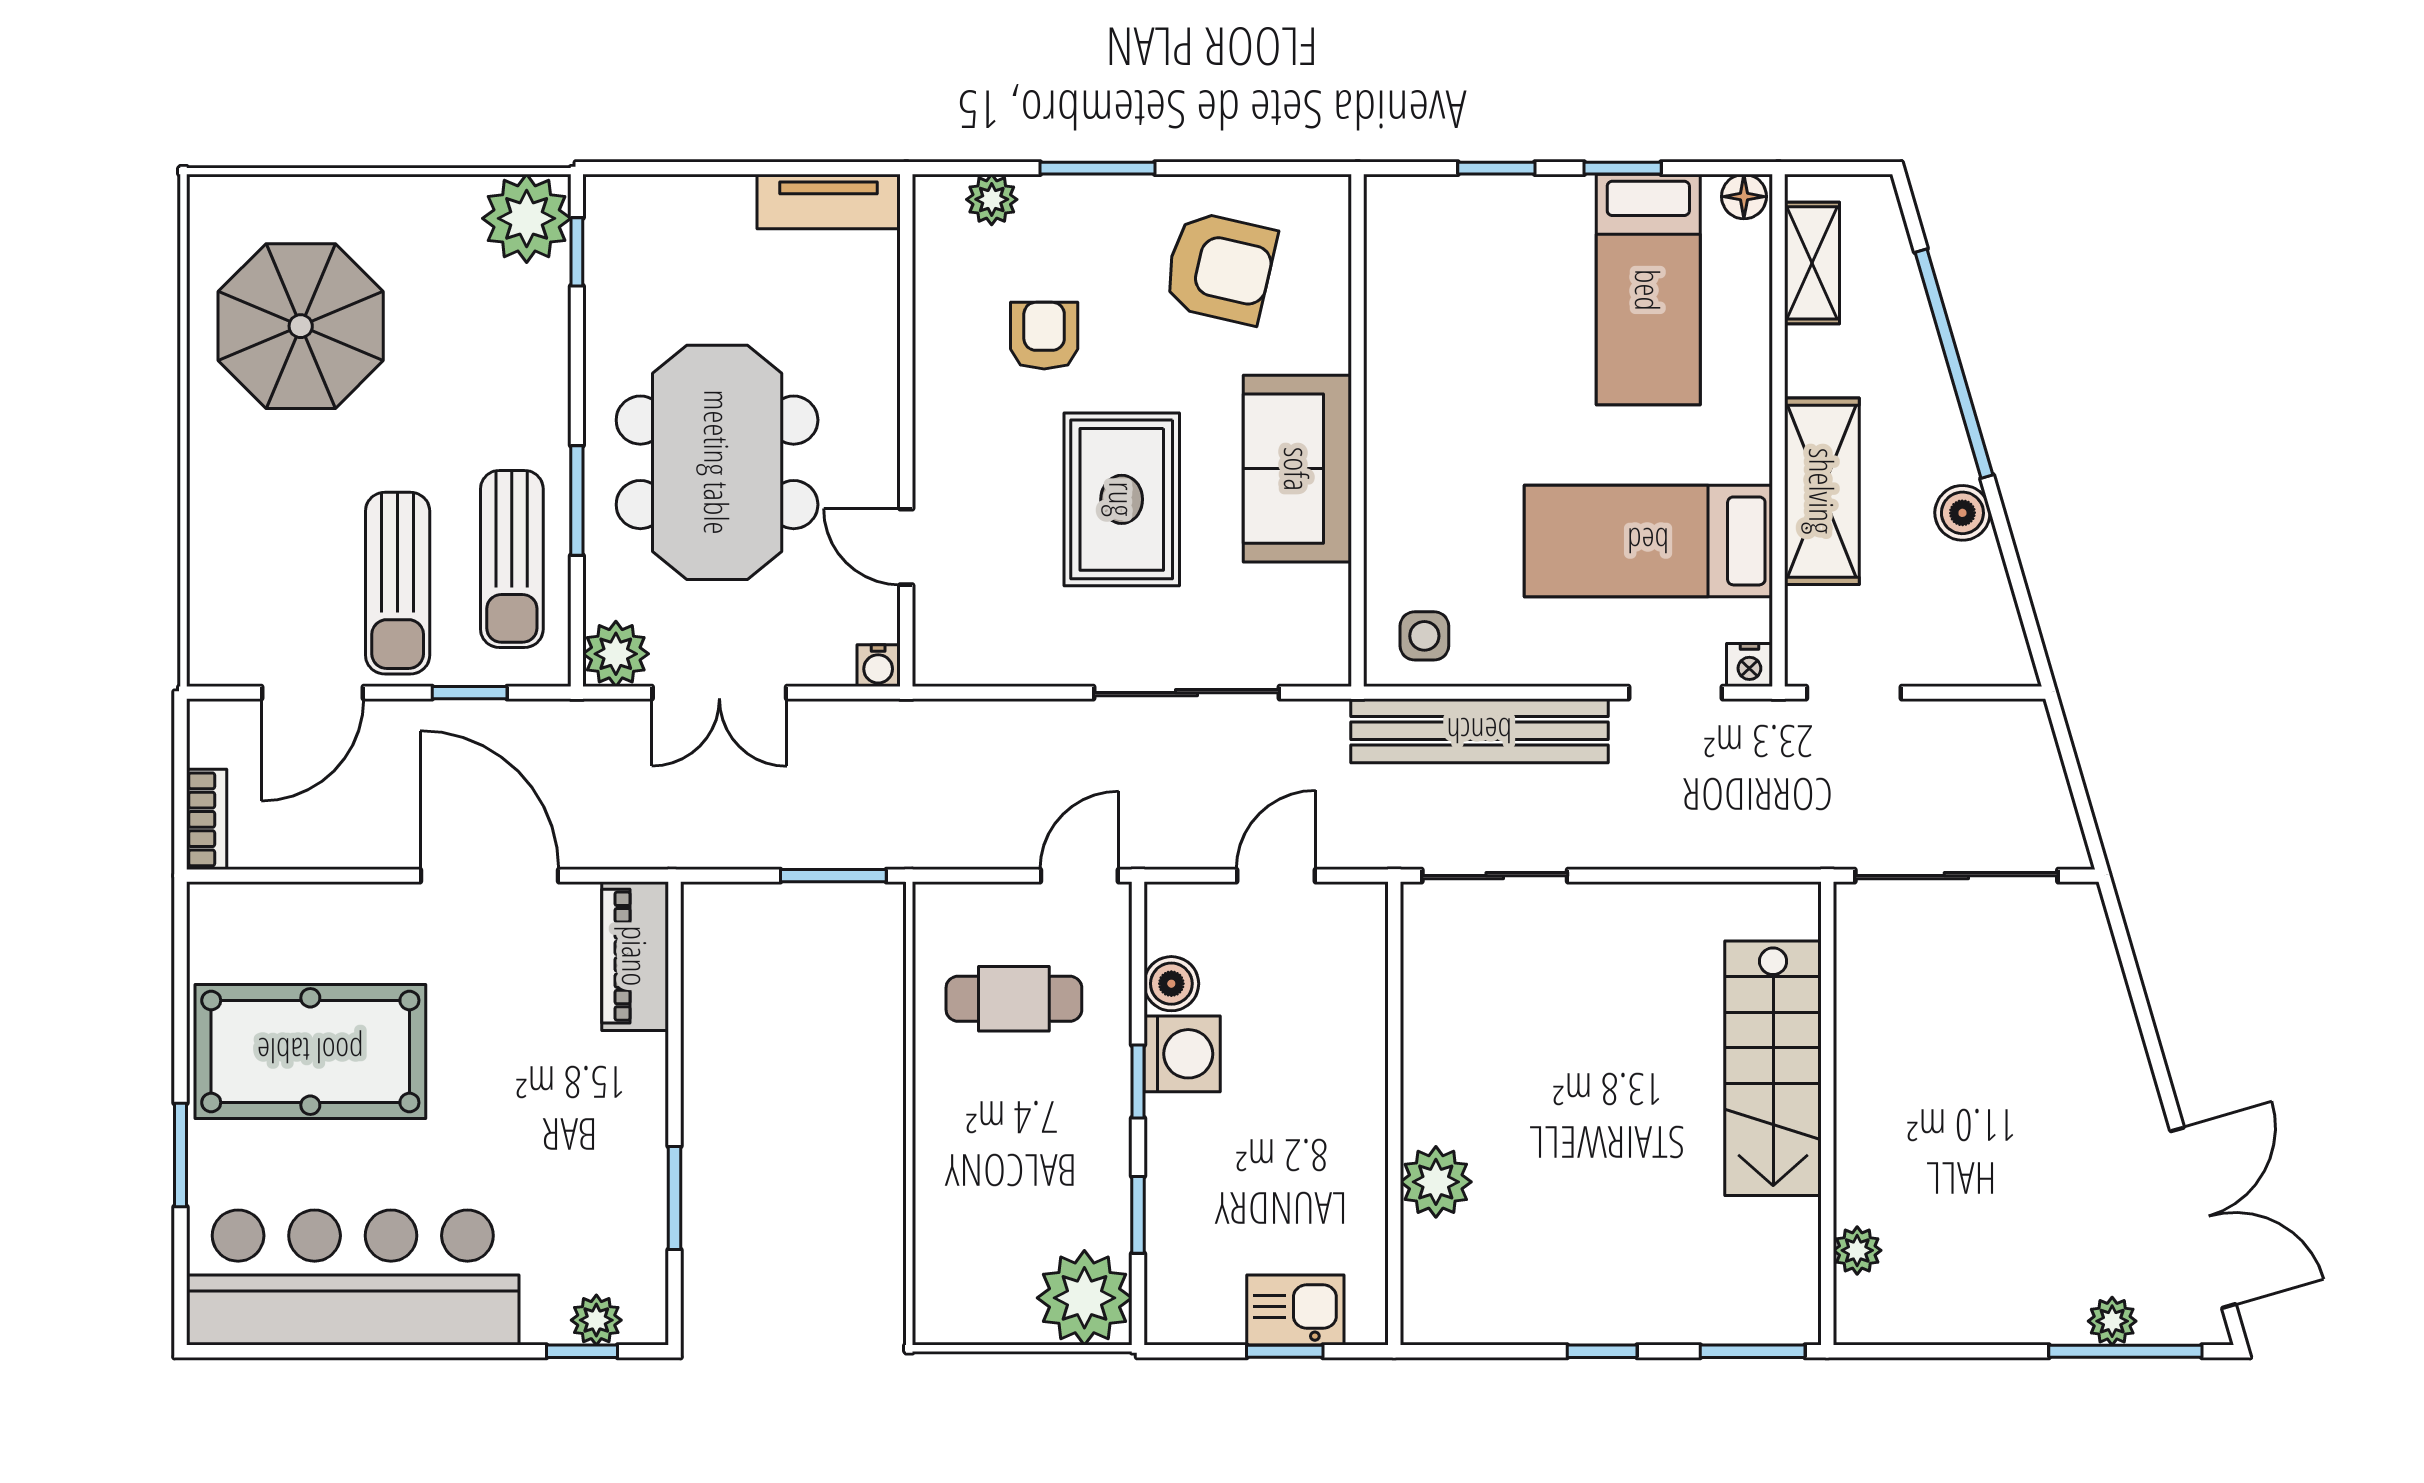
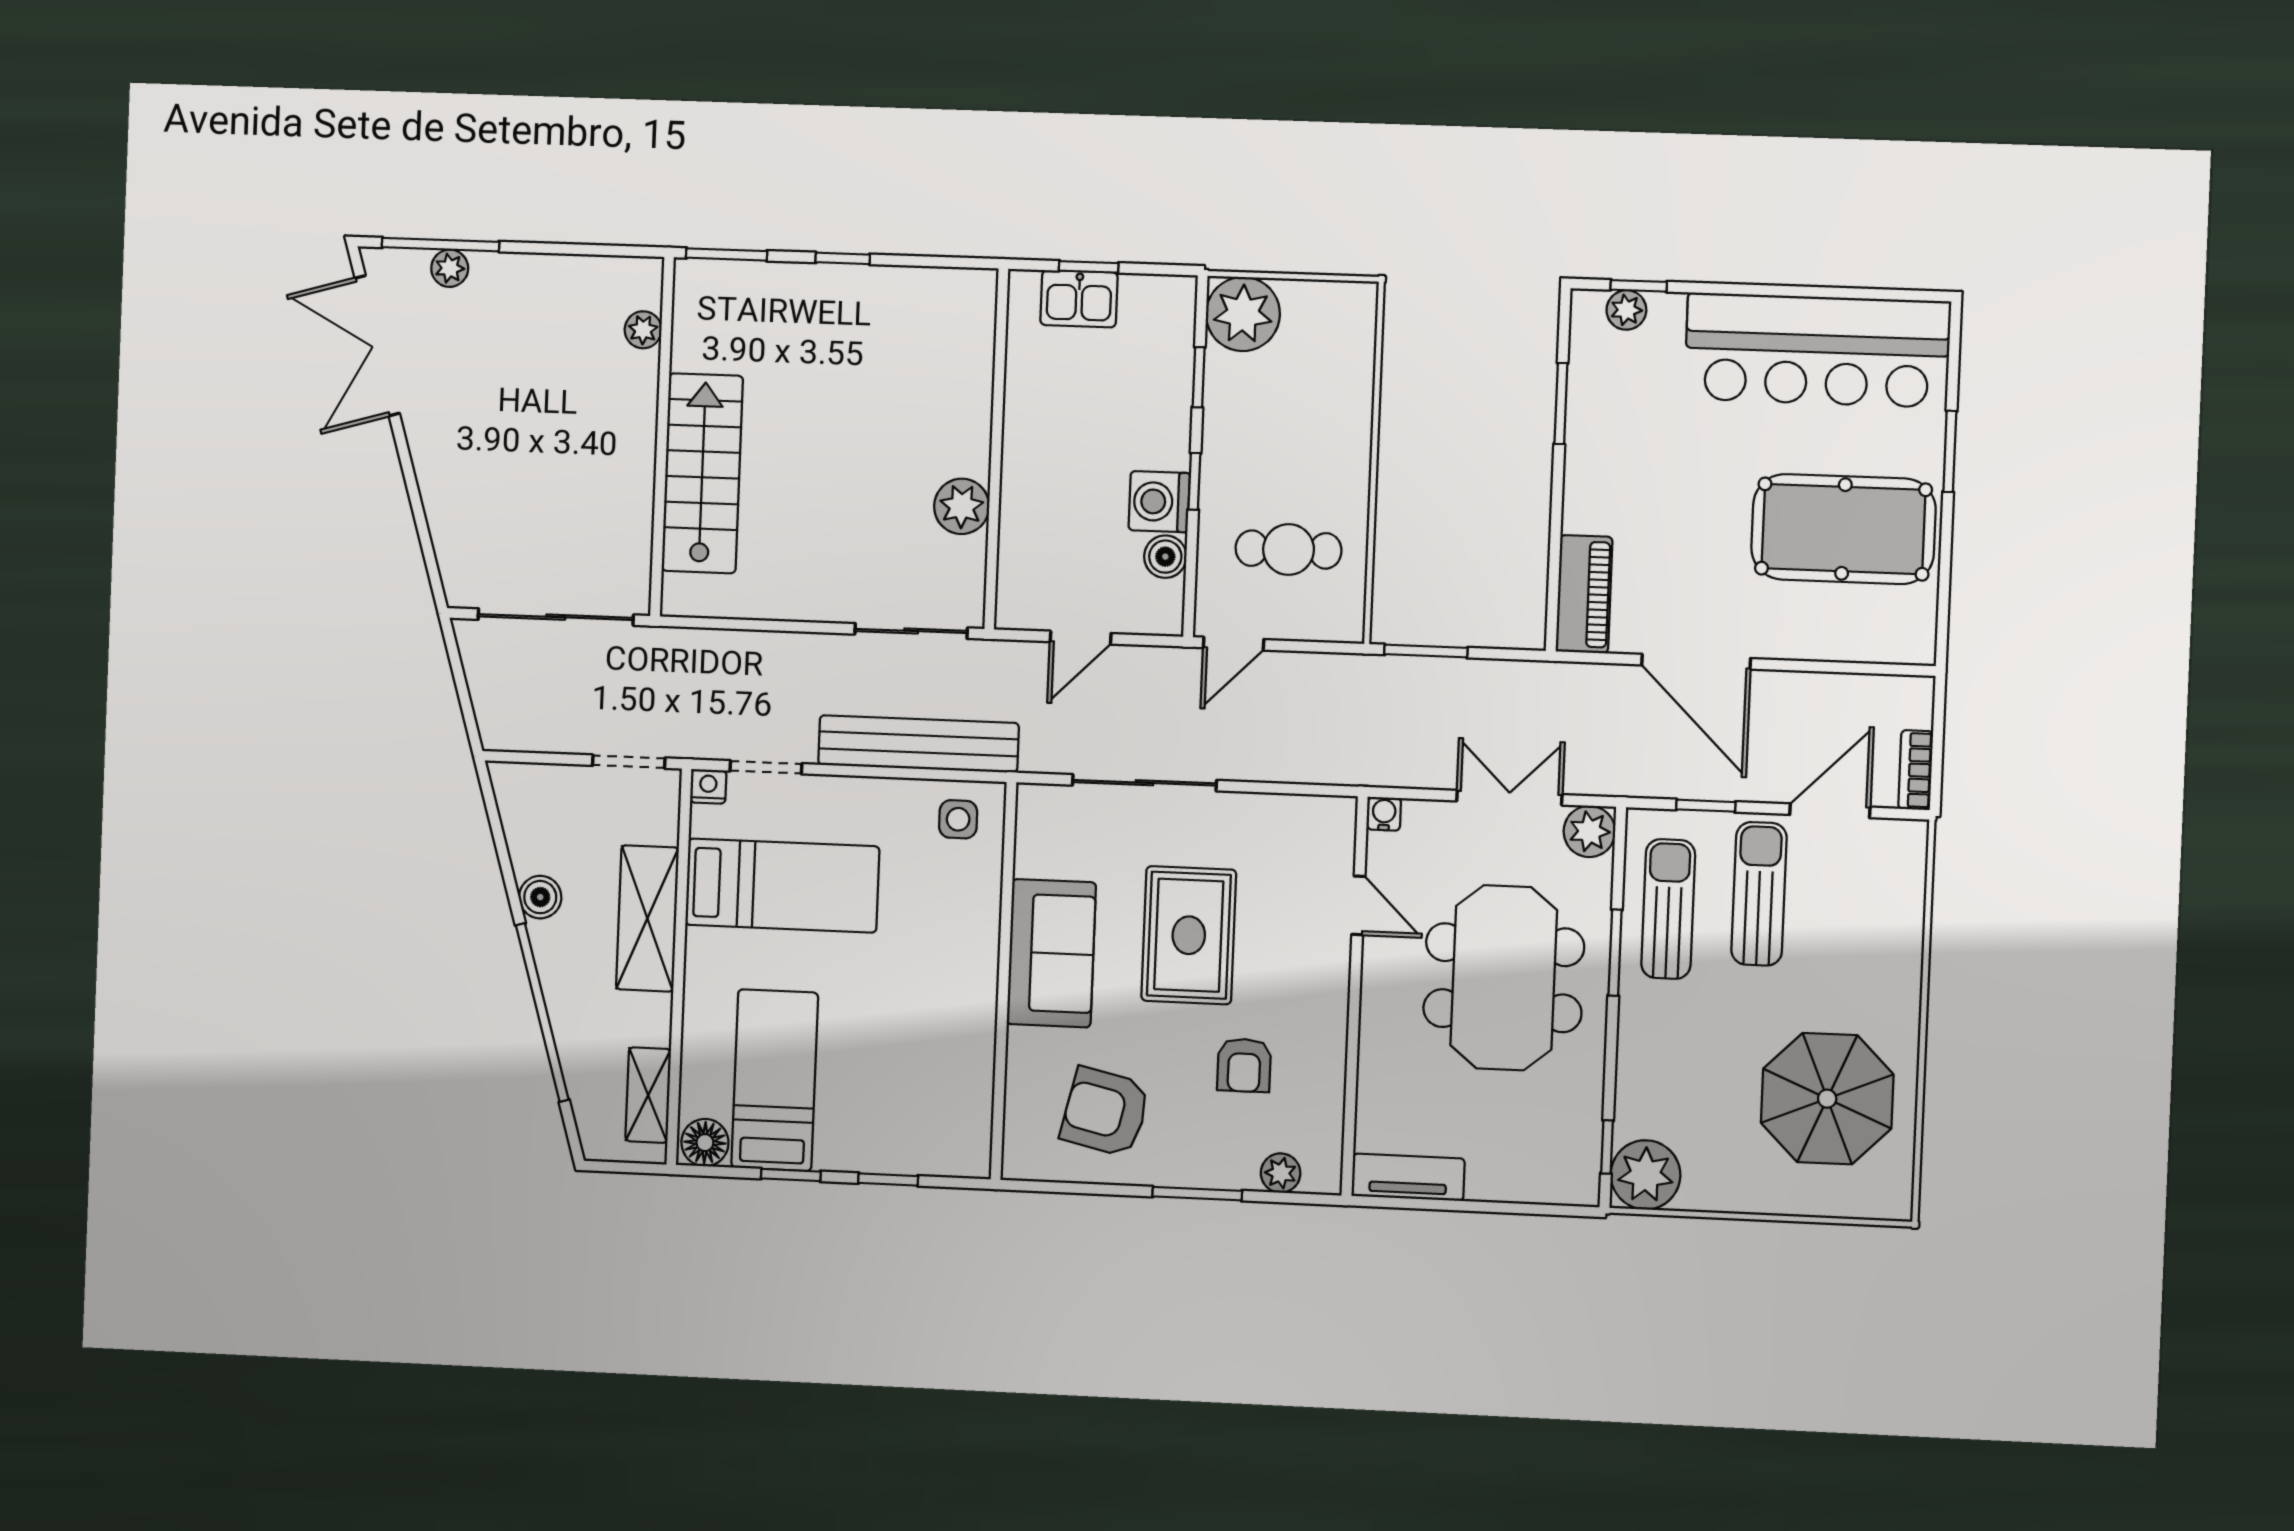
floor lamp: (1744, 197) -> (705, 1143), width x1.37, depth x1.37
bookcase: (207, 819) -> (1916, 770), moved
plant: (1436, 1182) -> (962, 506), moved

